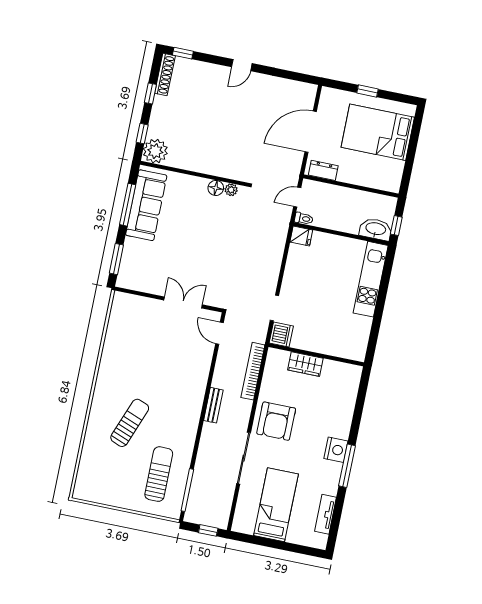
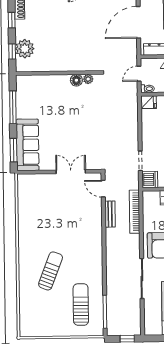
plant: (155, 151) -> (25, 49), moved
sofa: (146, 205) -> (28, 145), moved
bench: (213, 405) -> (110, 214), moved

